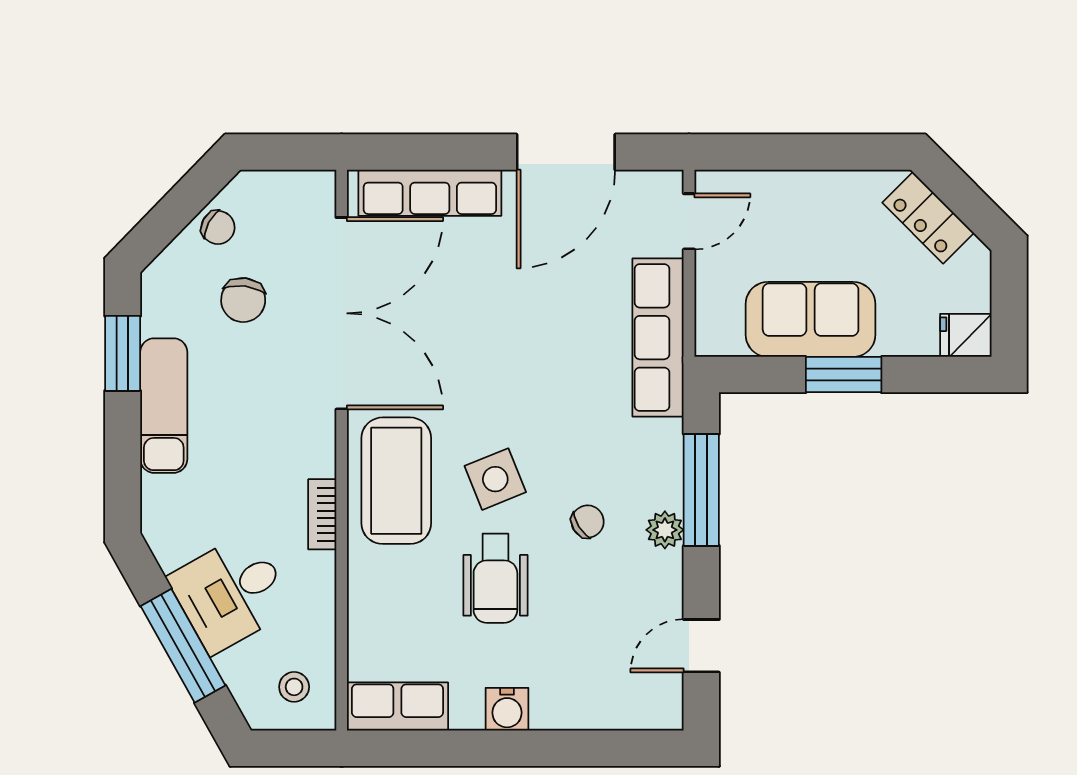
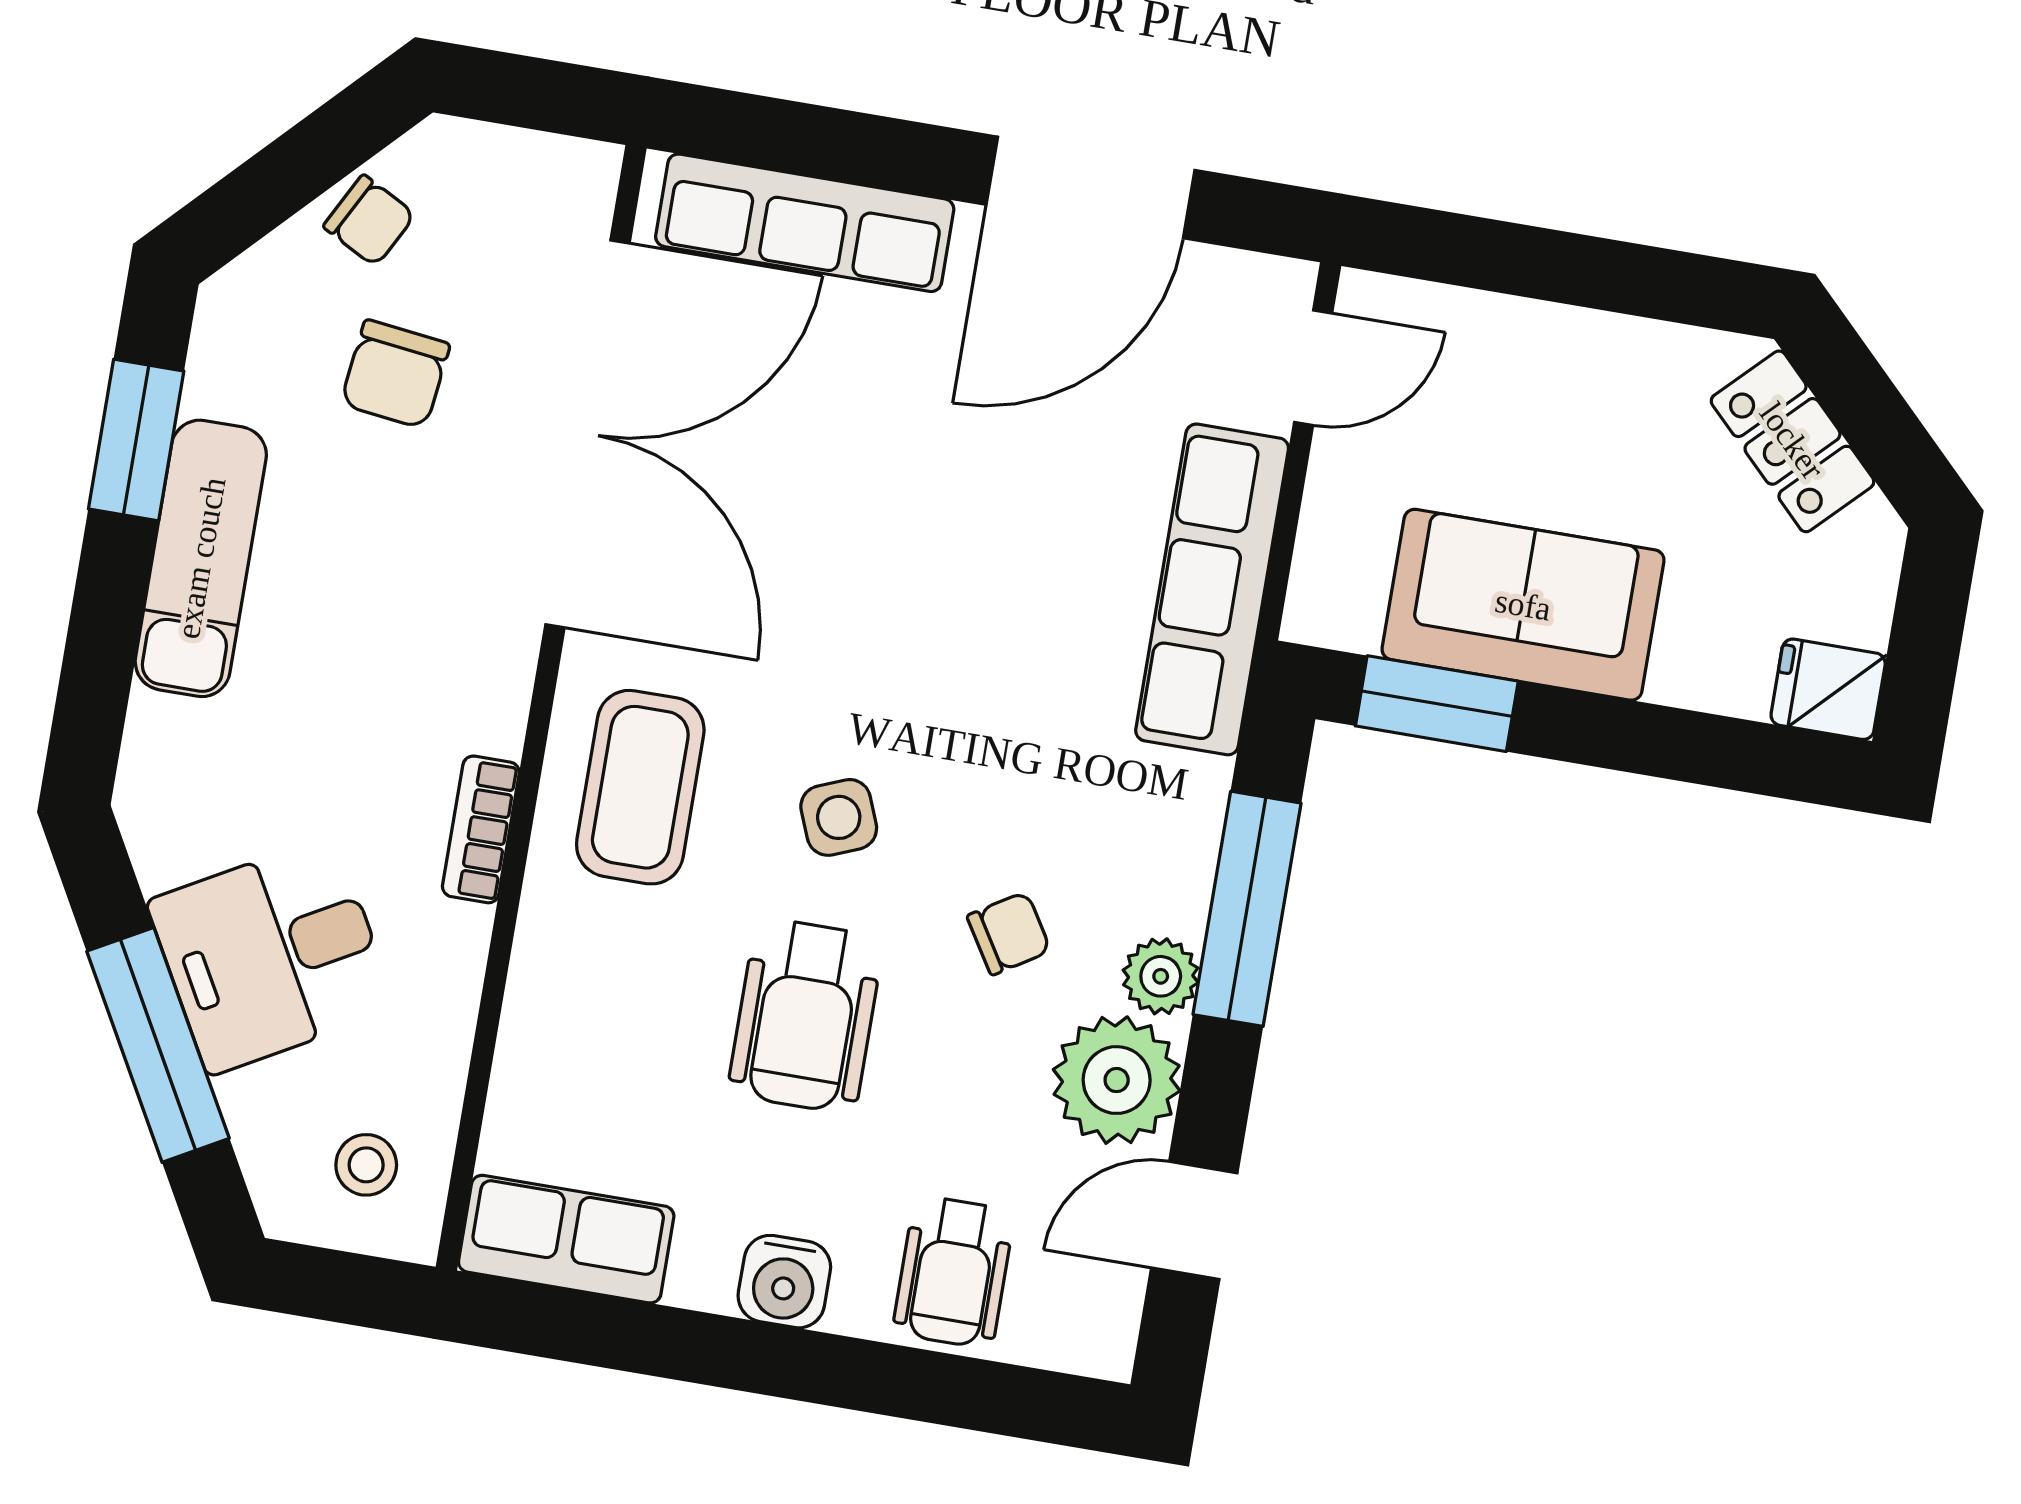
window: (844, 375) -> (1437, 704), moved
side table: (495, 479) -> (839, 817), width x0.73, depth x0.73
coffee table: (396, 481) -> (640, 787), width x0.73, depth x0.76
plant: (652, 584) -> (1117, 1080), added
wheelchair: (588, 691) -> (954, 1272), added

